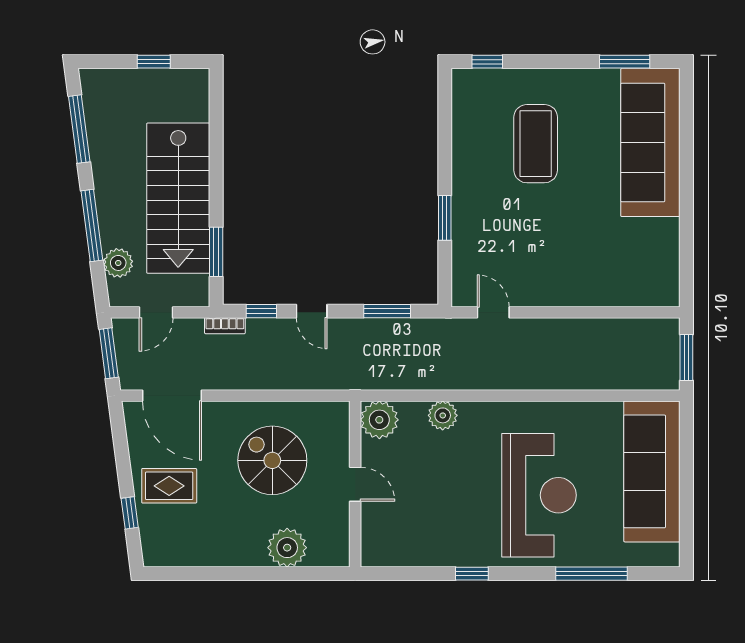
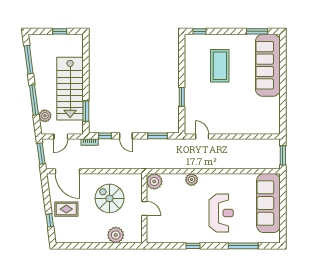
plant: (443, 415) -> (192, 180), moved
reception desk: (539, 495) -> (221, 213), width x0.74, depth x0.77

